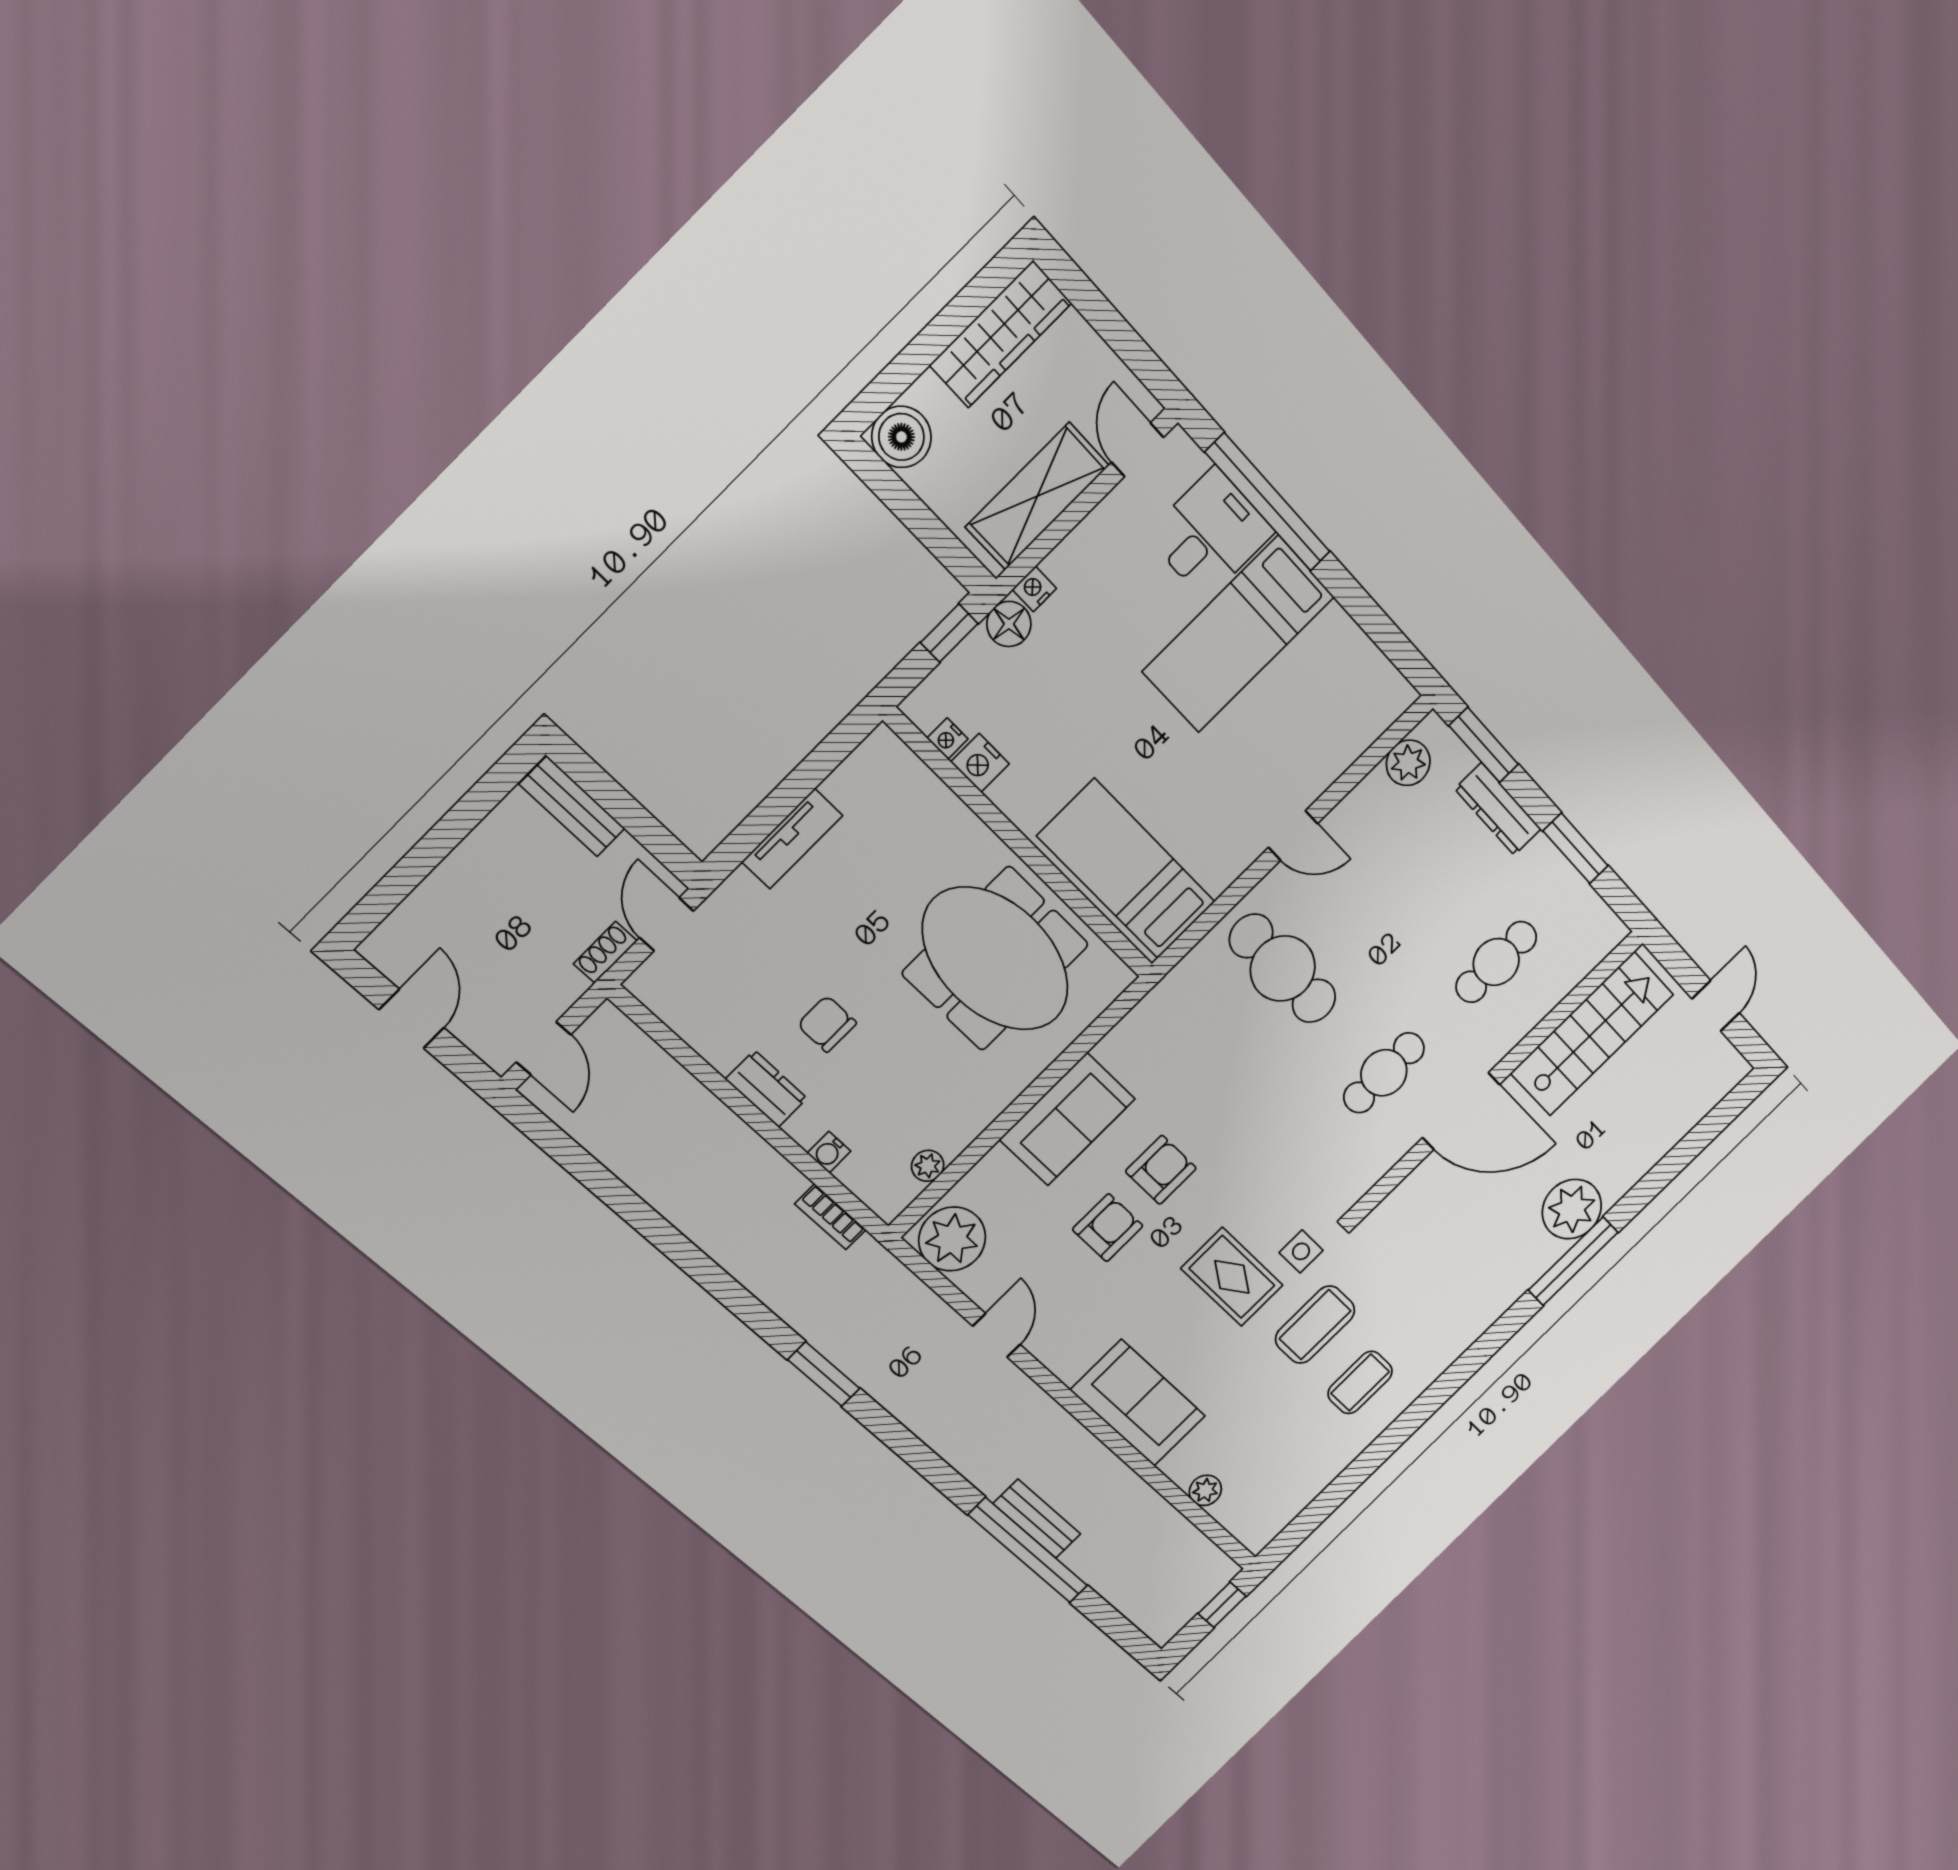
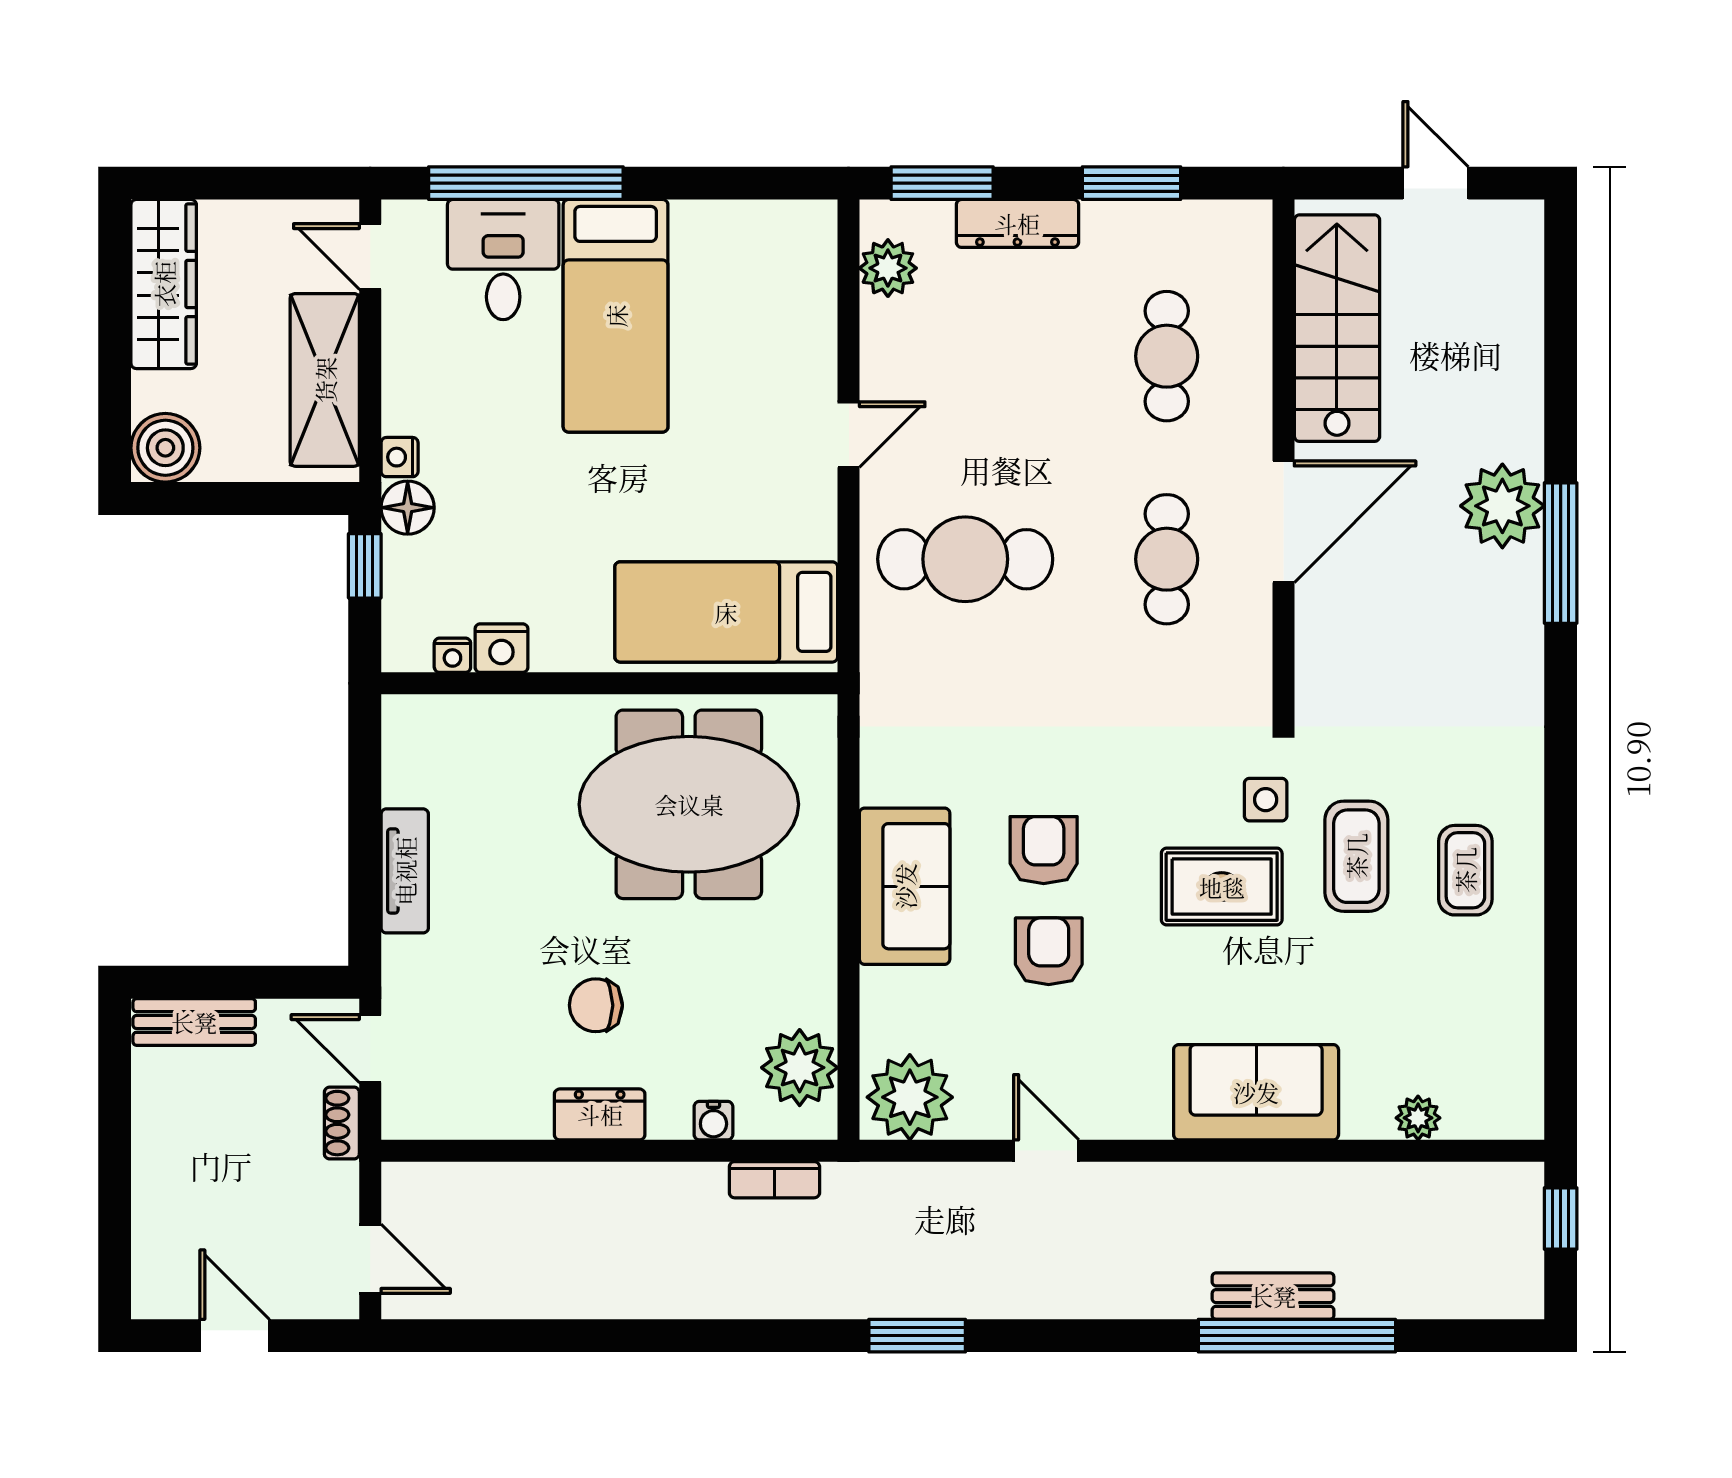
plant: (928, 1166) -> (800, 1068), width x1.87, depth x1.87

